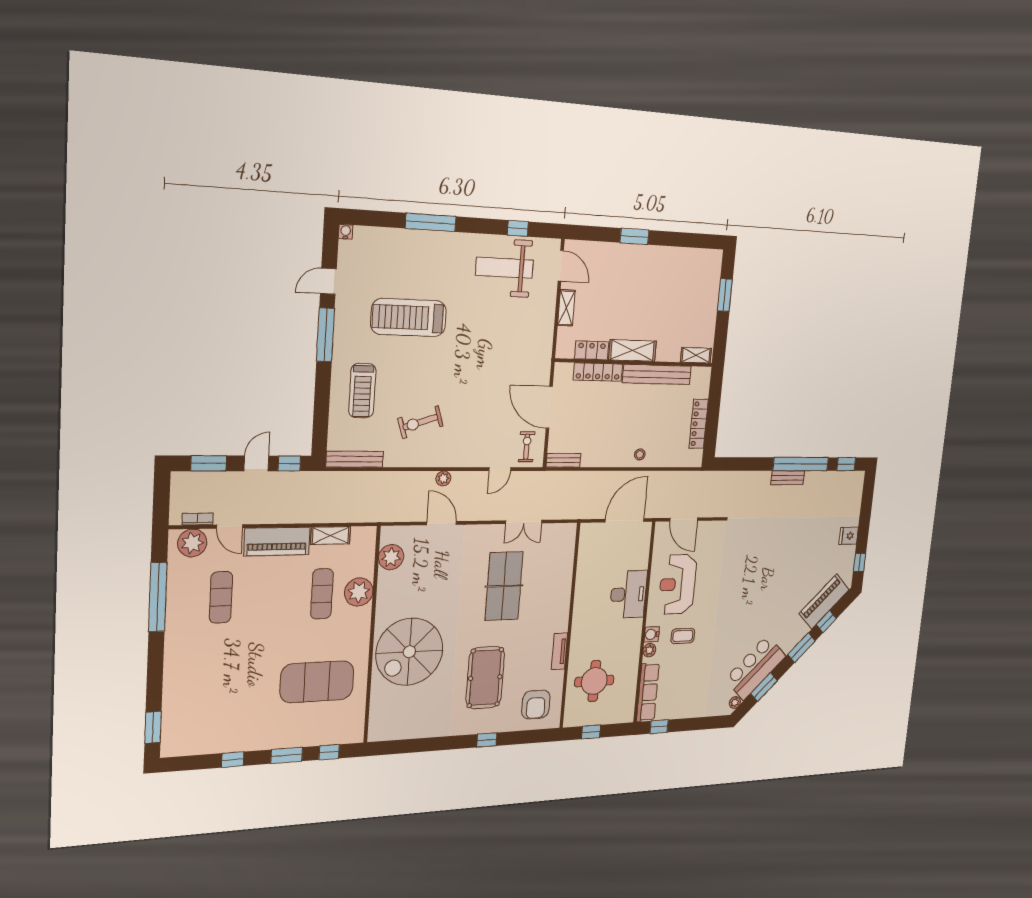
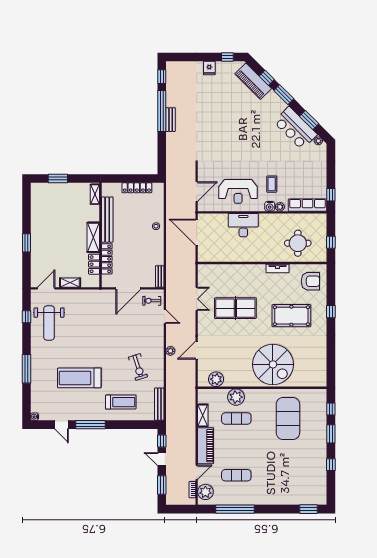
treadmill: (409, 318) -> (79, 378), turned 90

